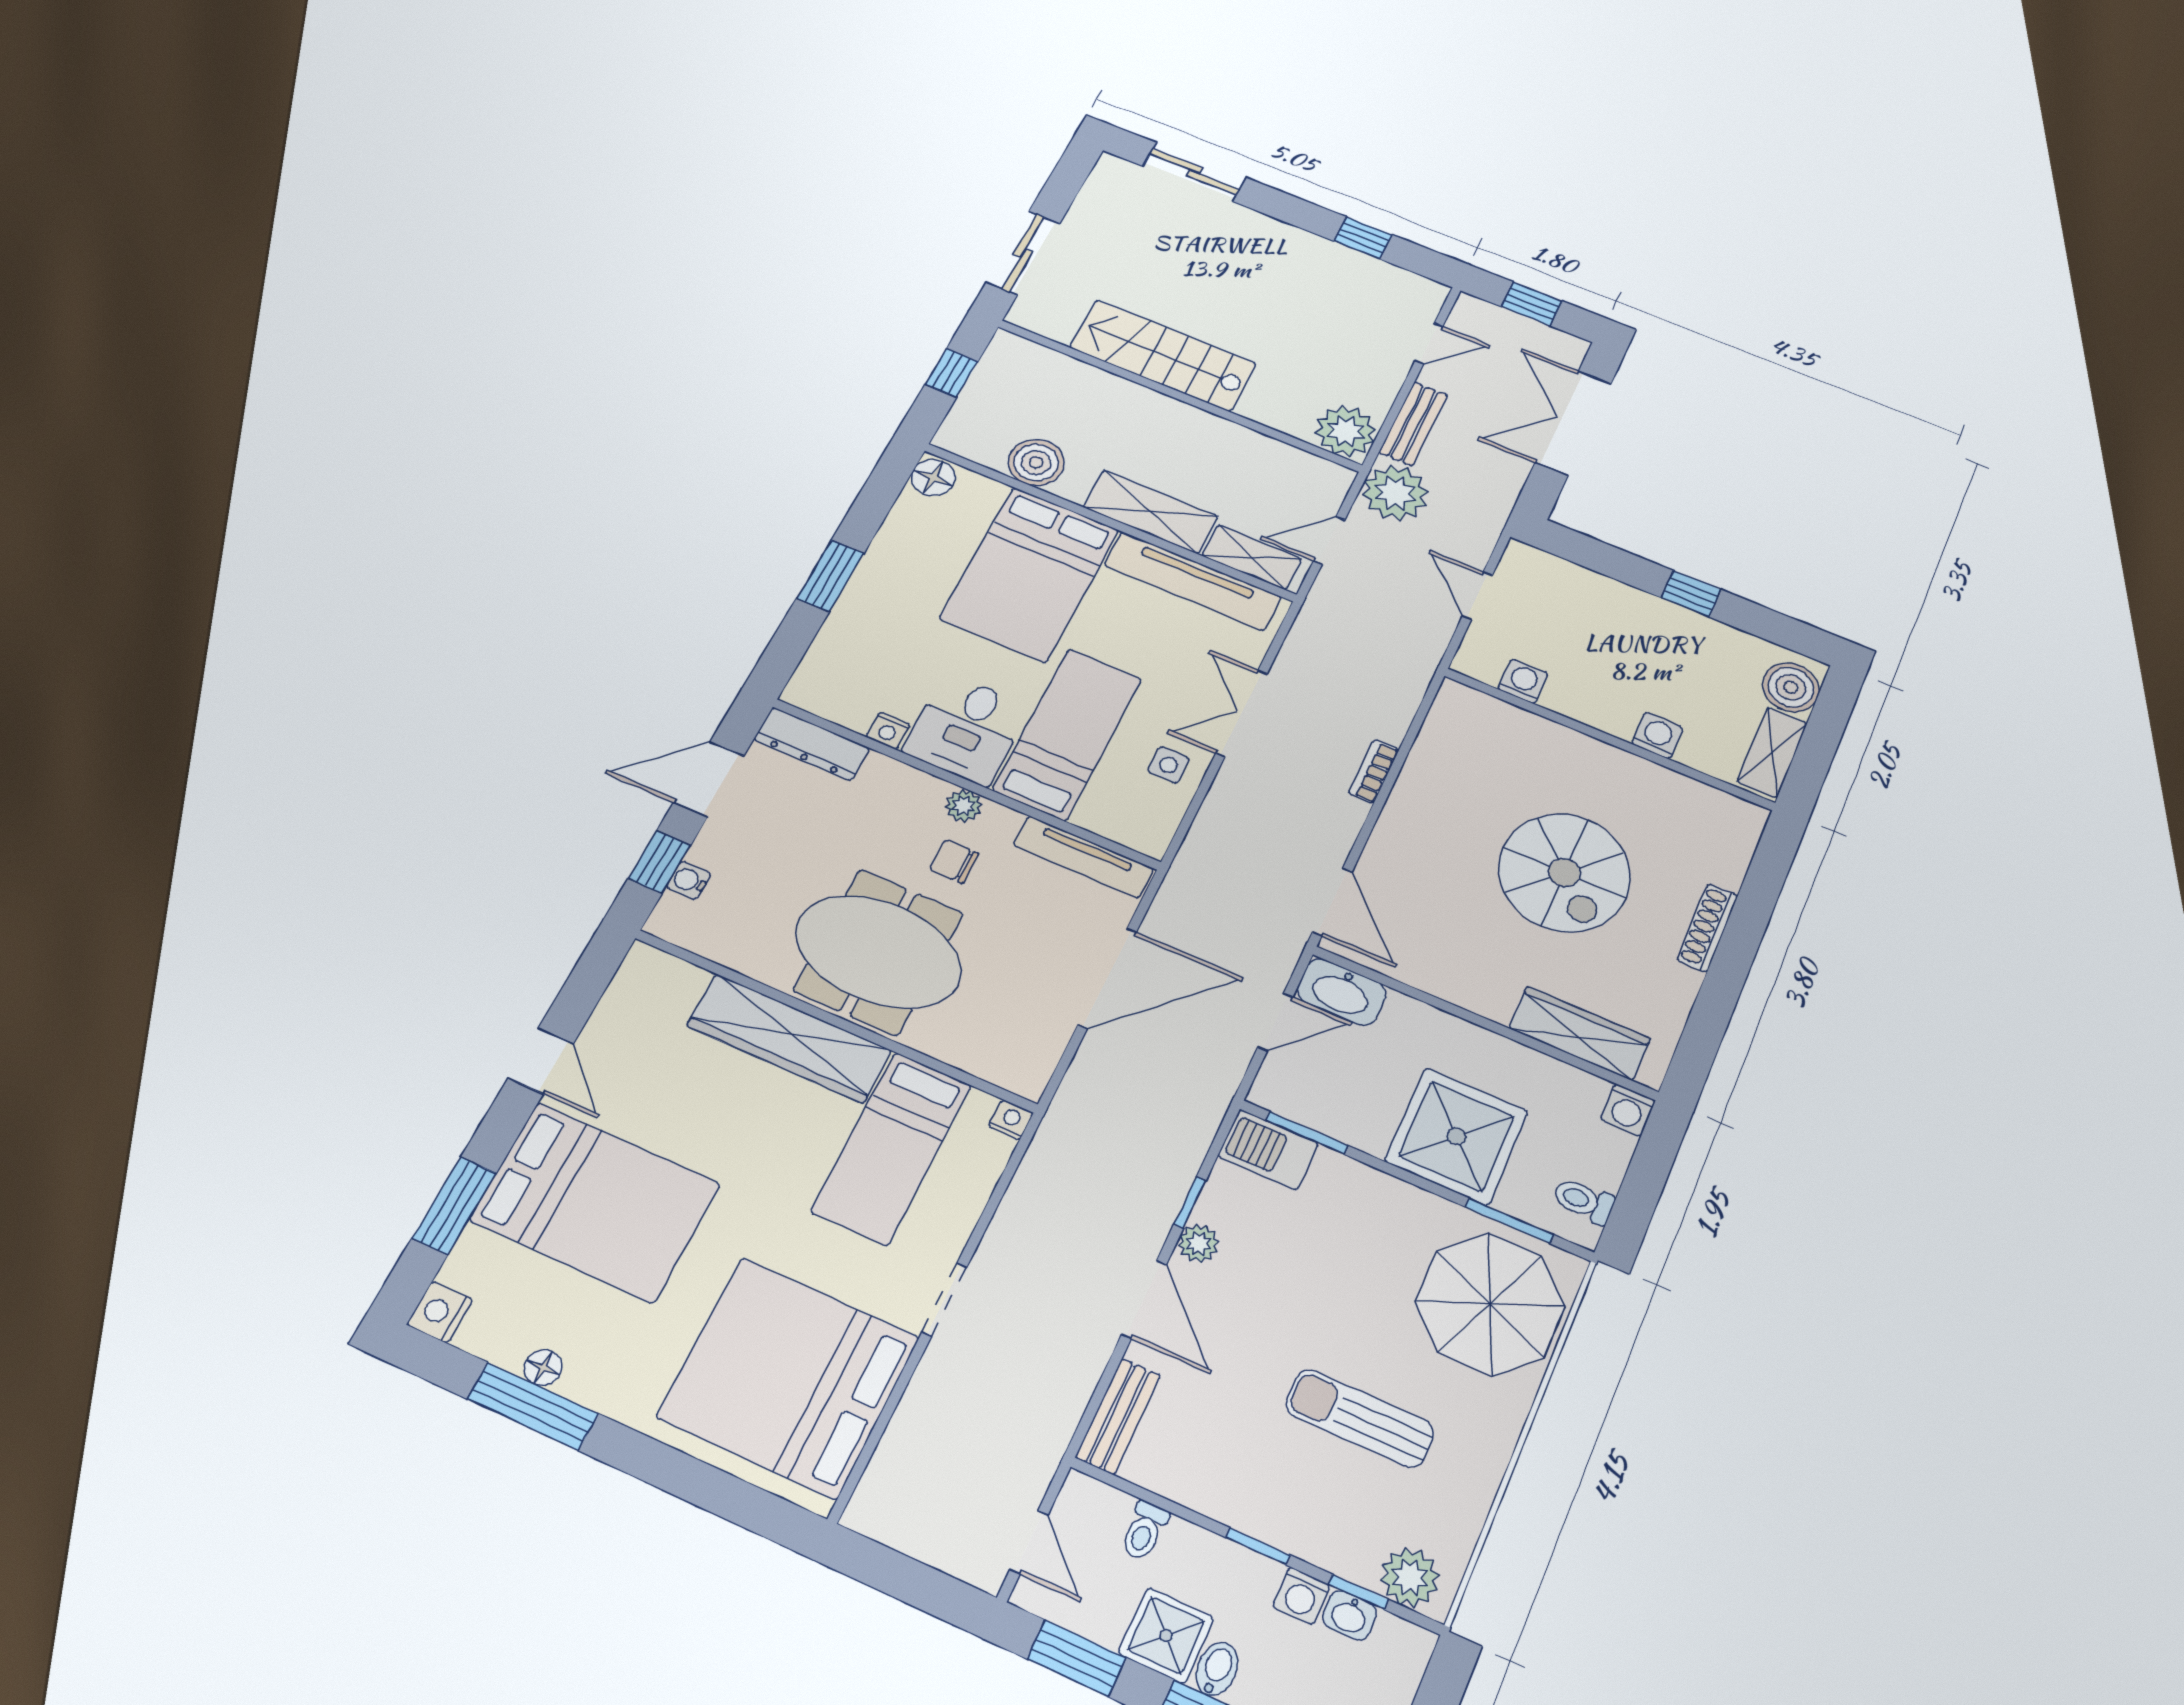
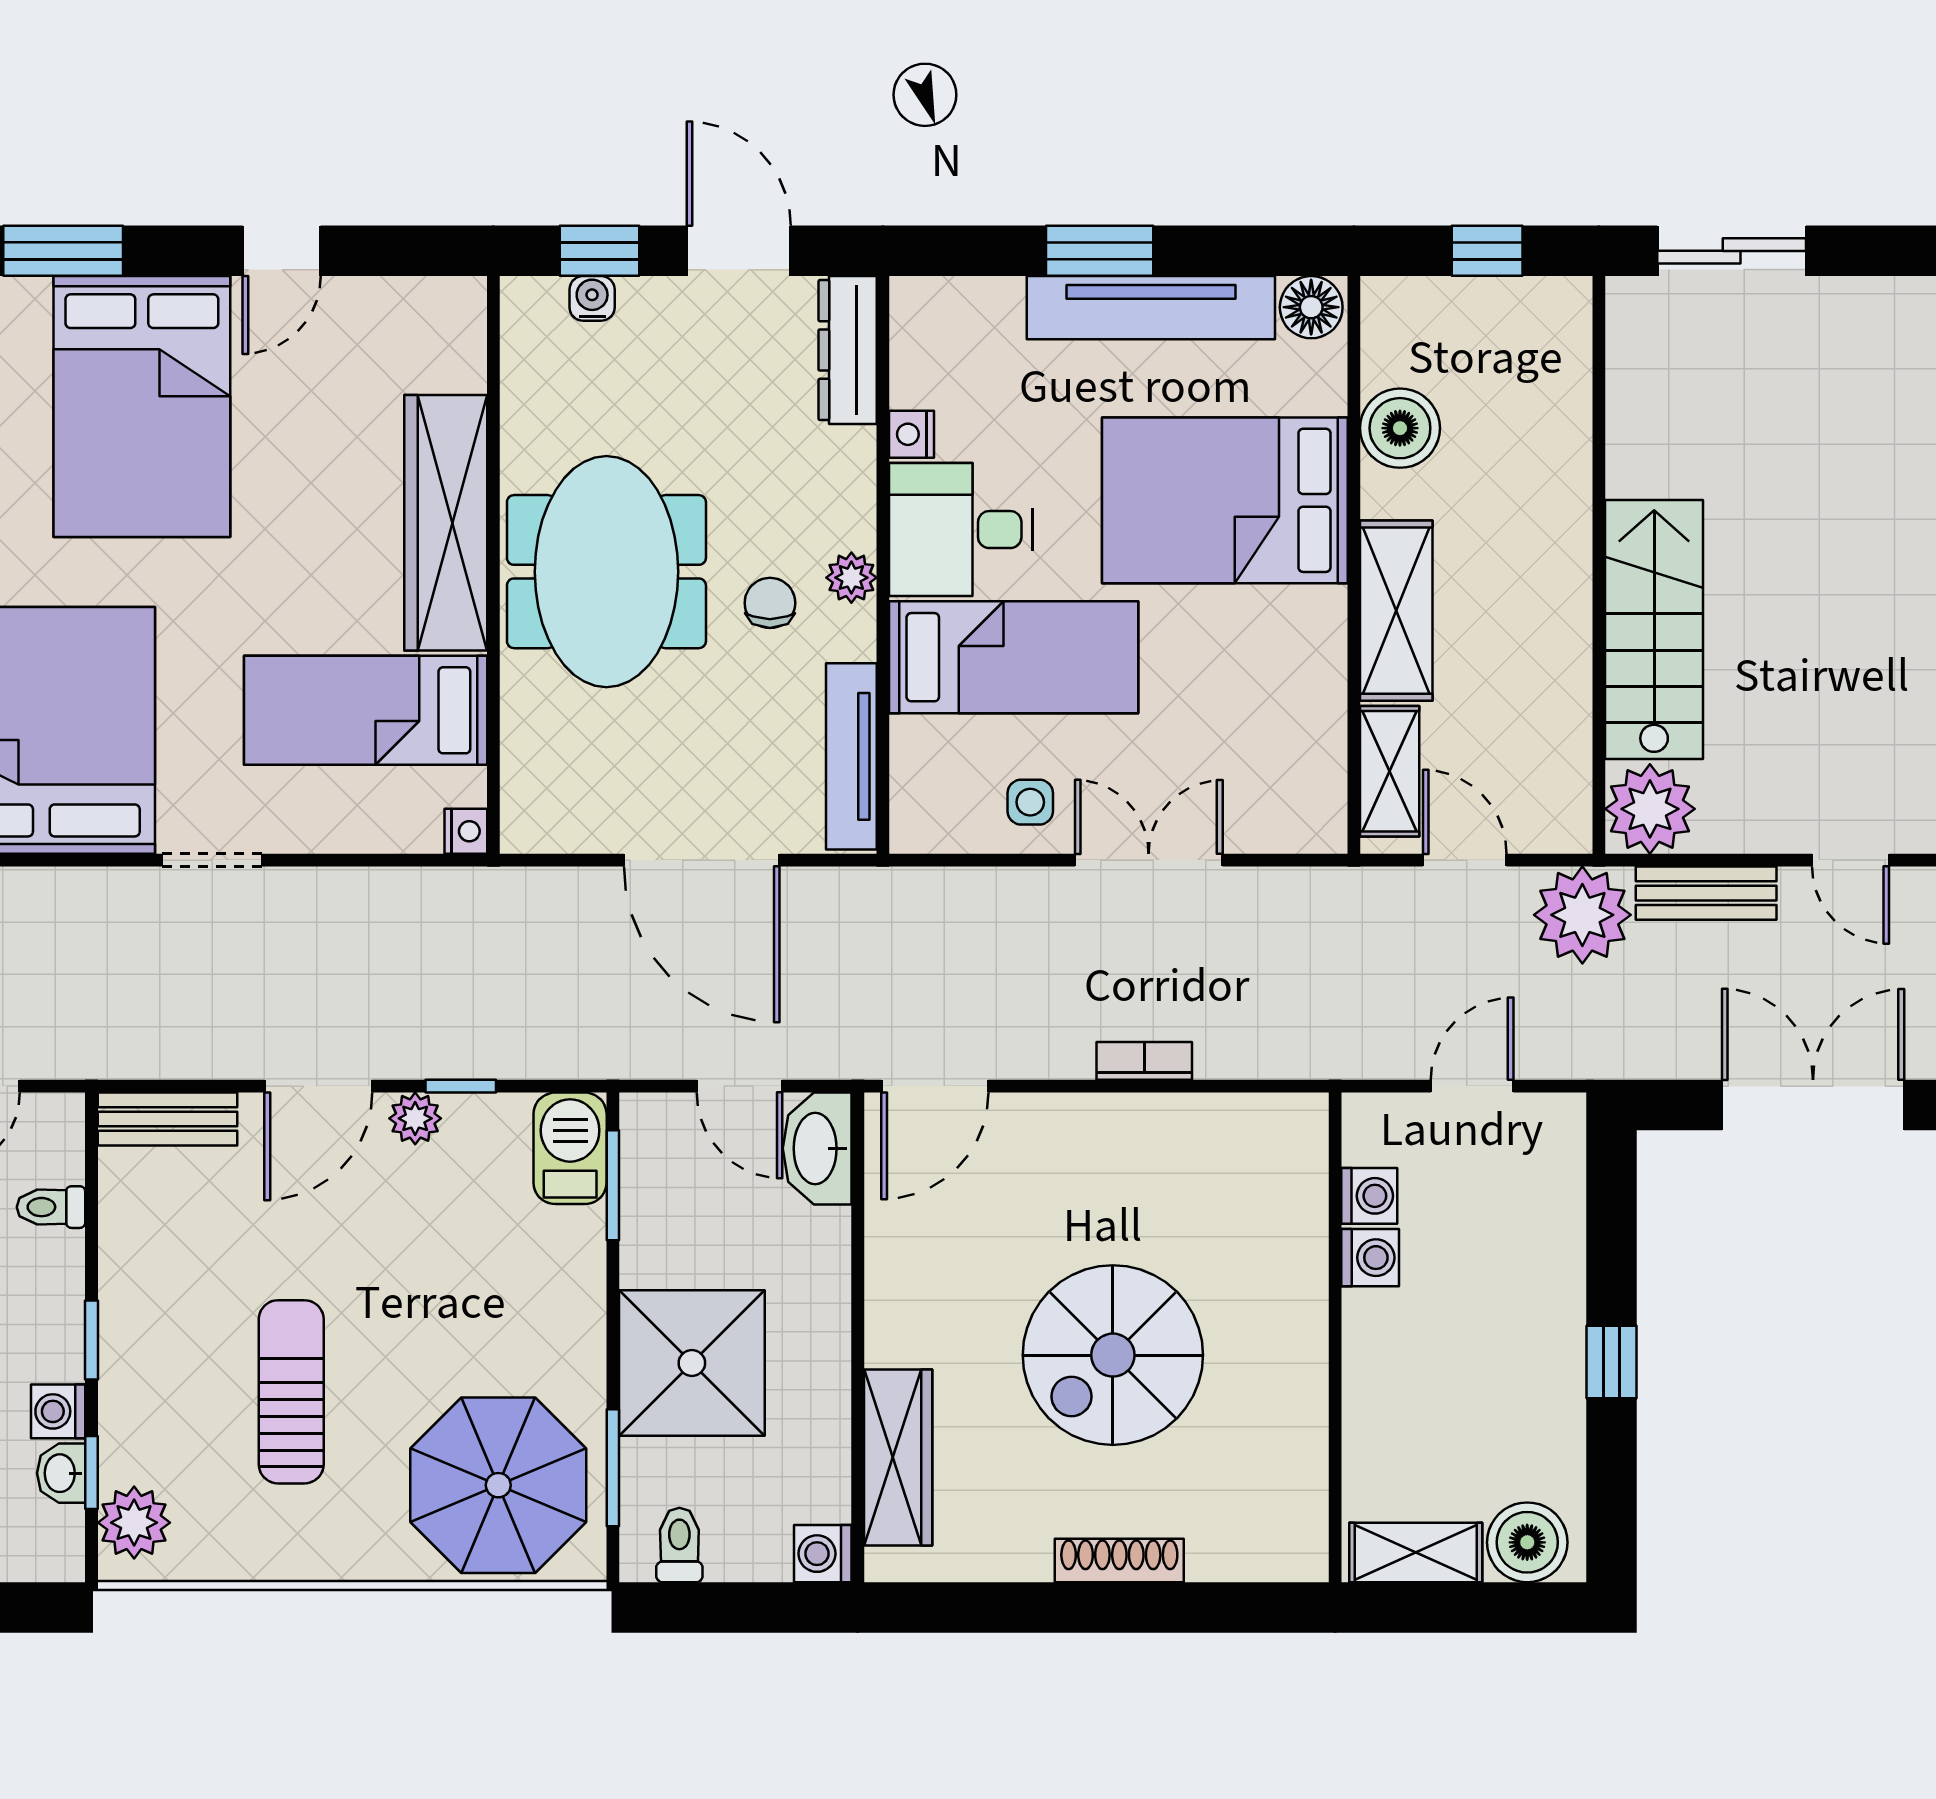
stairs: (1163, 355) -> (1654, 629), moved
tv unit: (1193, 581) -> (1151, 308), moved, turned -90
washing machine: (1657, 736) -> (1370, 1258), moved

